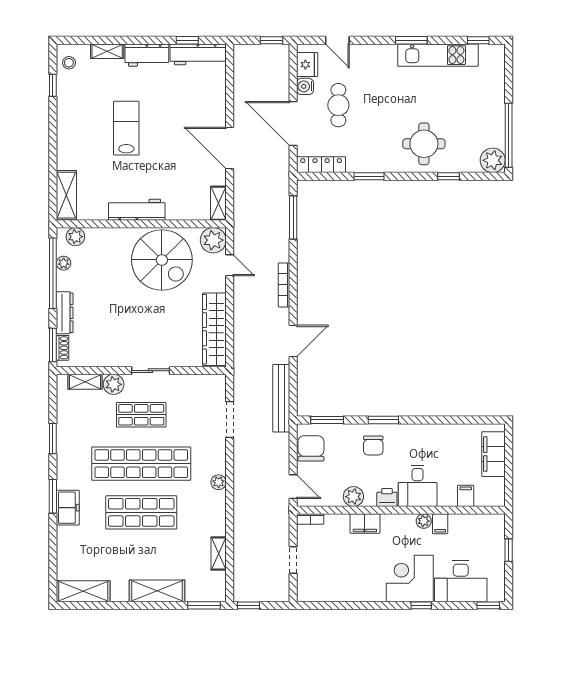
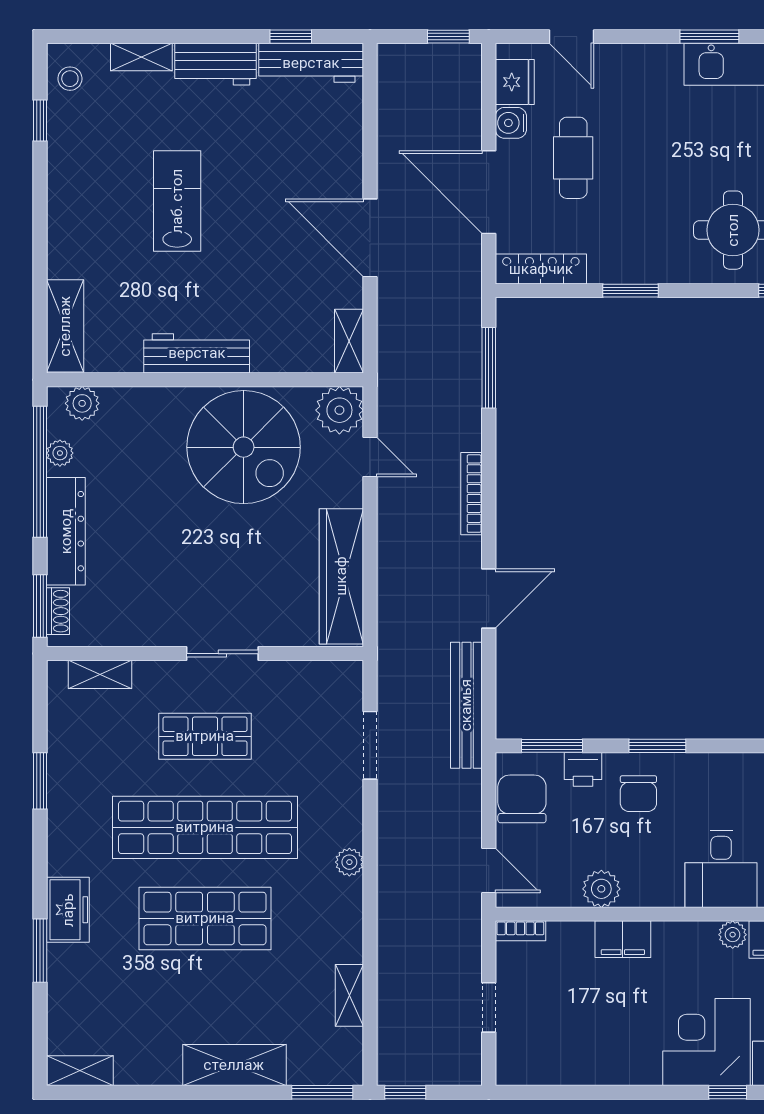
dresser: (65, 313) -> (66, 531), width x1.37, depth x1.24
plant: (114, 384) -> (153, 679), removed
window: (53, 496) -> (40, 951), moved
printer: (387, 498) -> (583, 769), moved, turned 180
shelving: (83, 591) -> (80, 1071), width x0.67, depth x0.75

